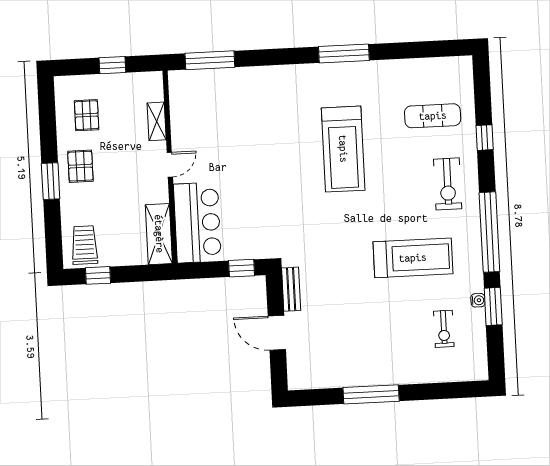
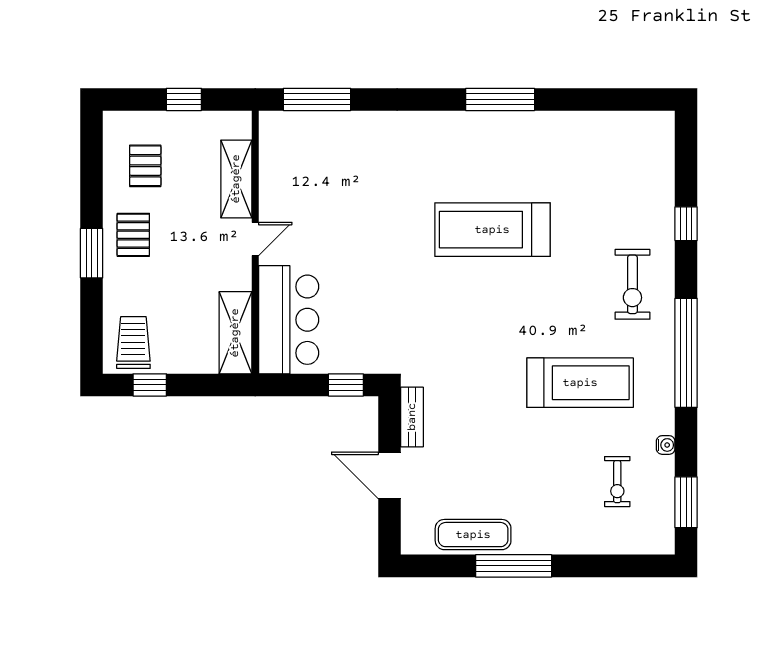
exercise mat: (433, 116) -> (473, 535), moved
shelving: (157, 121) -> (236, 179), width x1.50, depth x1.33
treadmill: (343, 149) -> (492, 230), turned 90
window: (493, 306) -> (686, 502), moved

